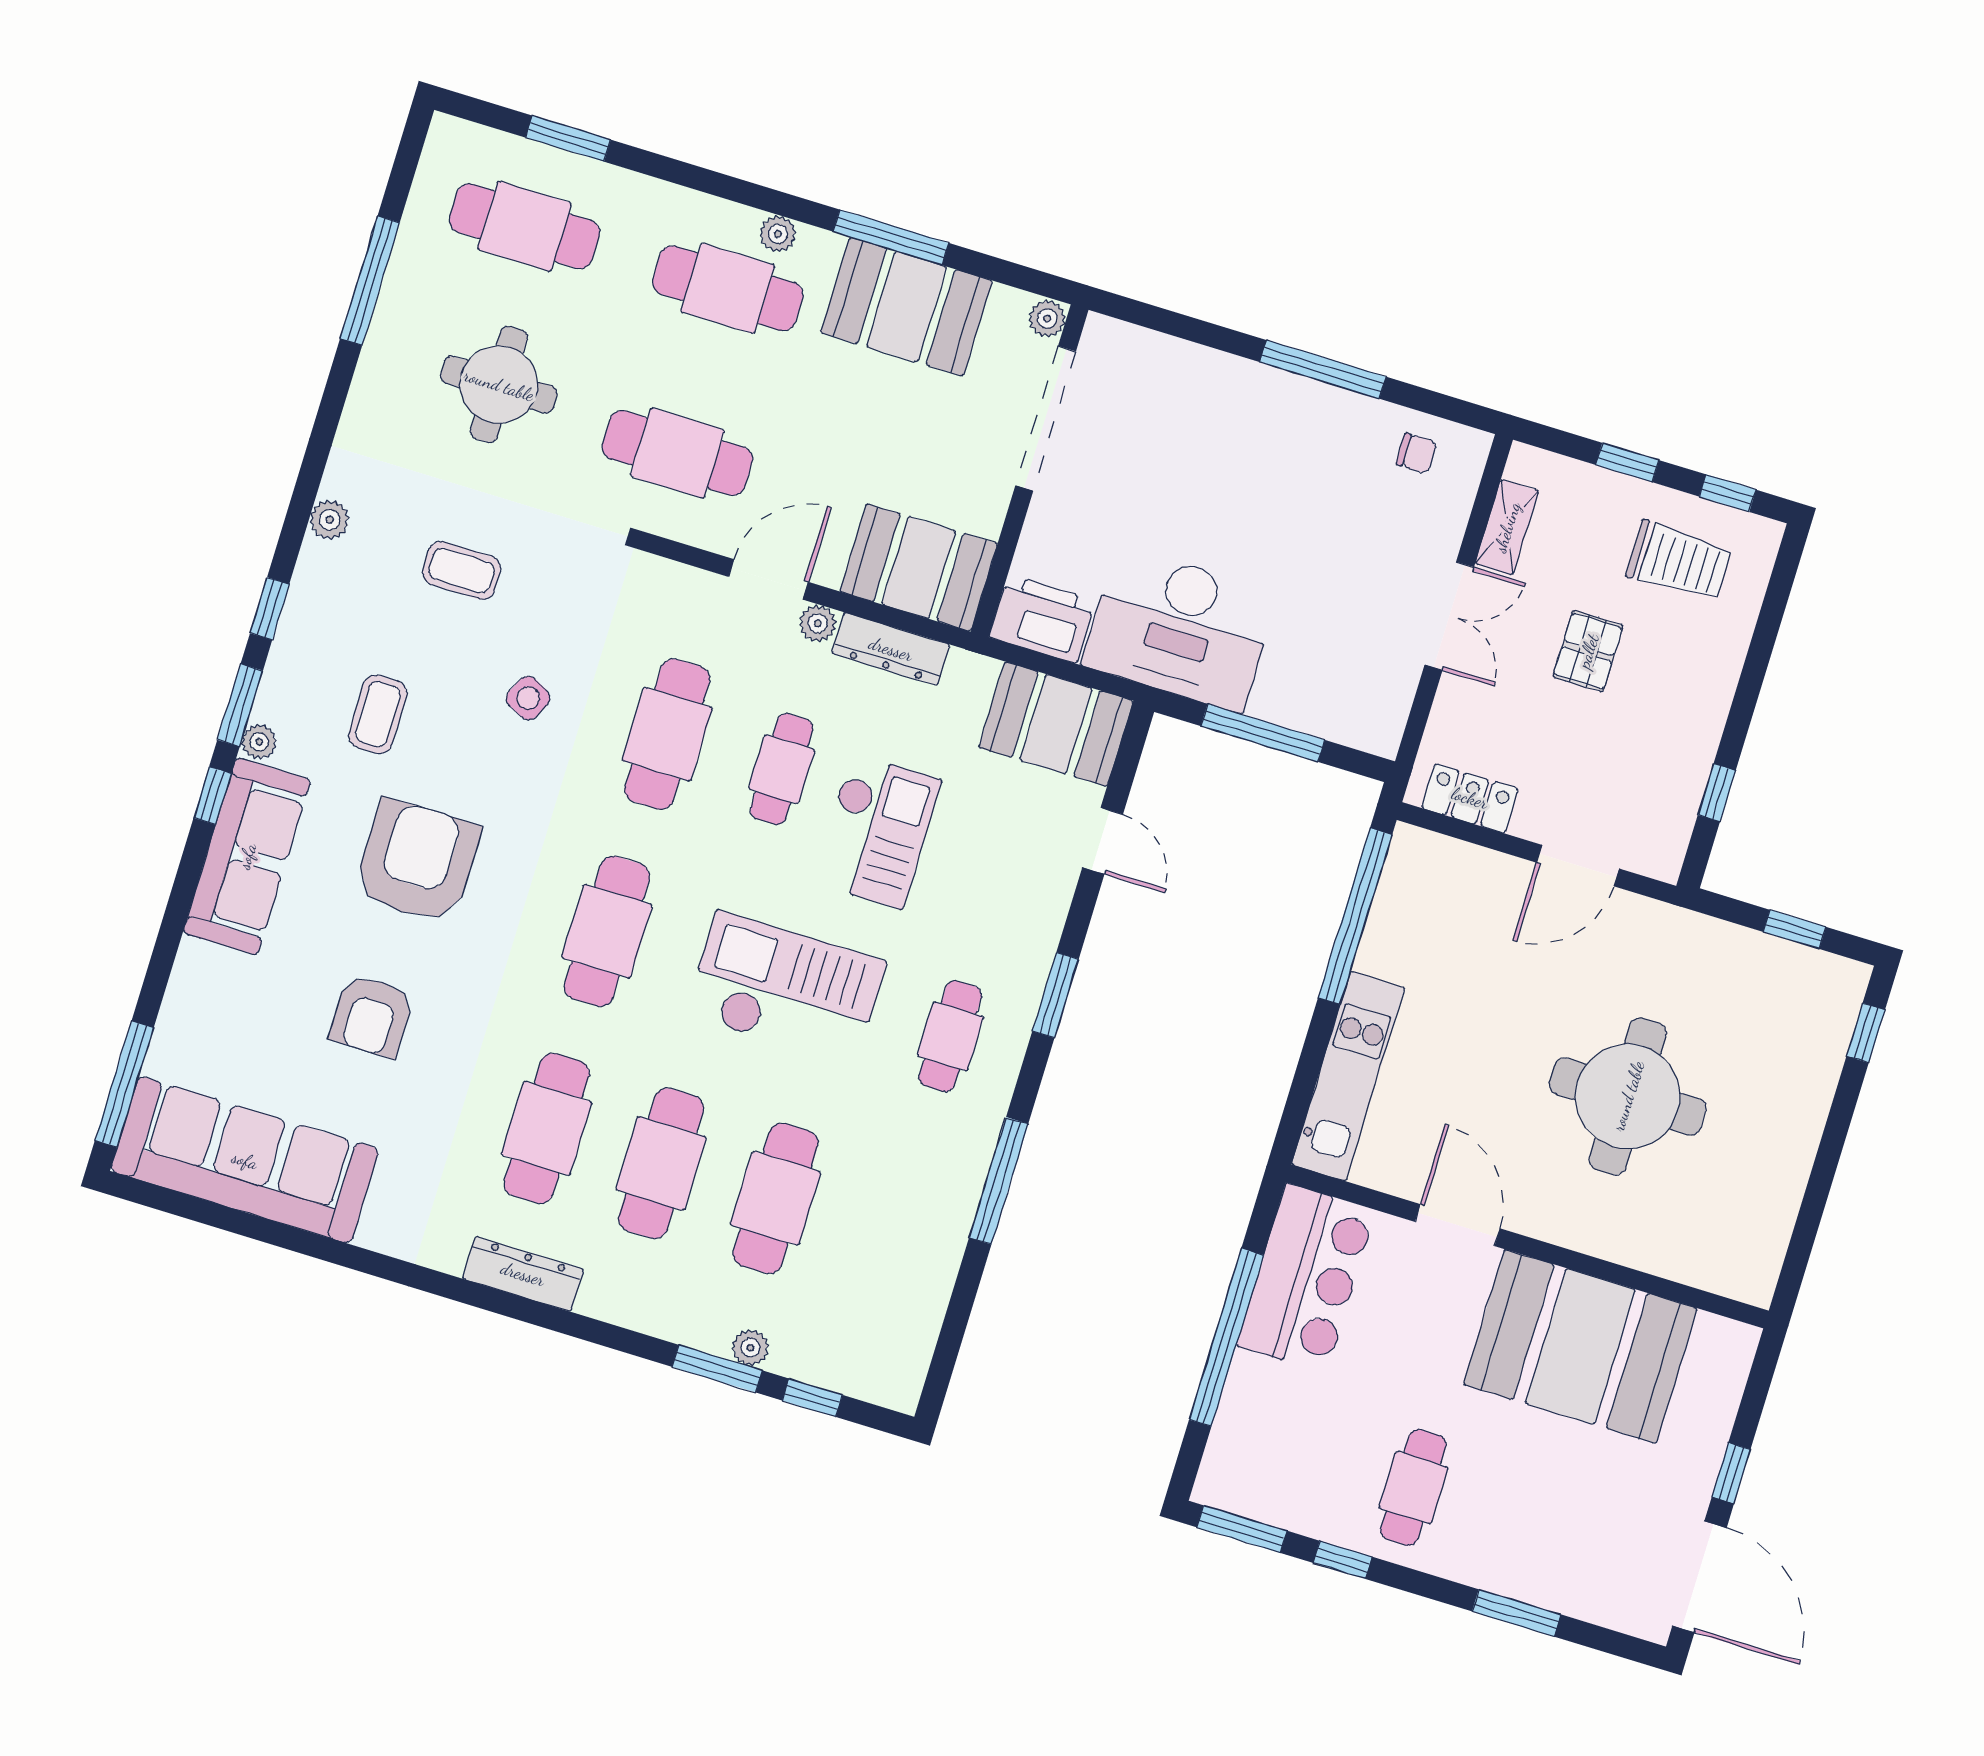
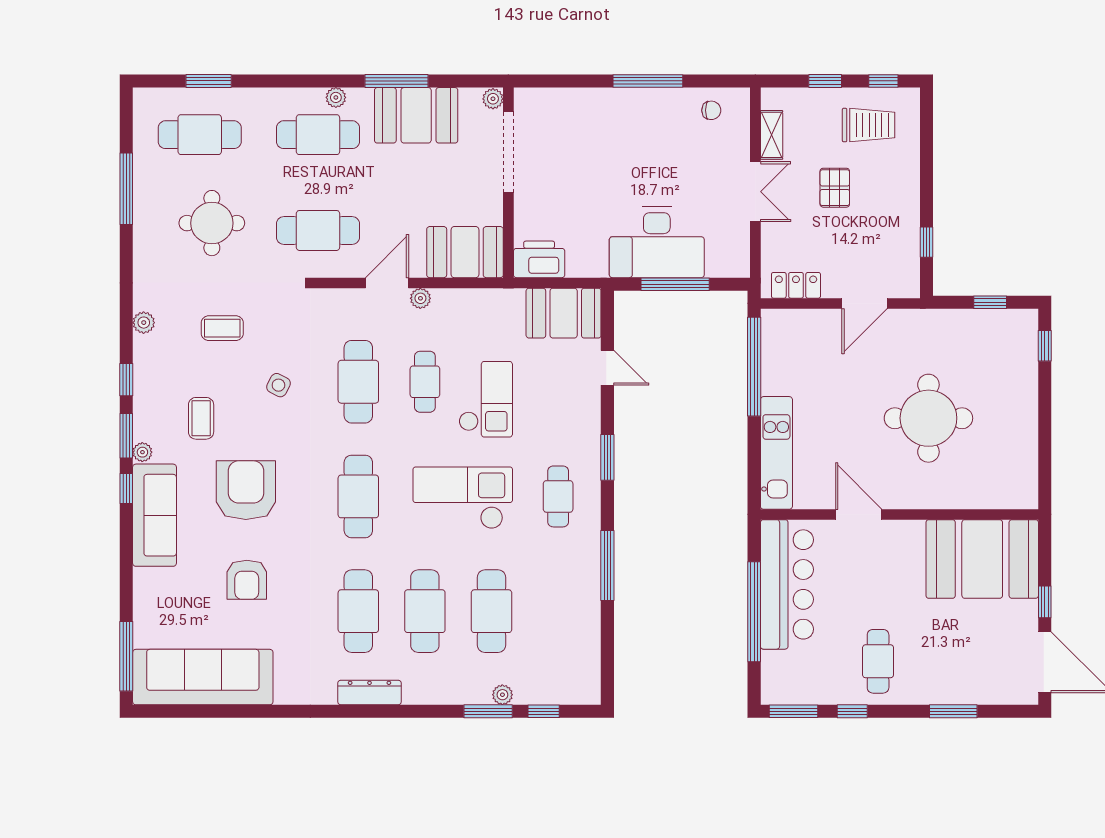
desk: (1180, 629) -> (657, 242), moved
dresser: (891, 649) -> (464, 300), removed
bar counter: (1306, 1278) -> (787, 584), width x1.36
booth: (1580, 1346) -> (982, 559), moved

